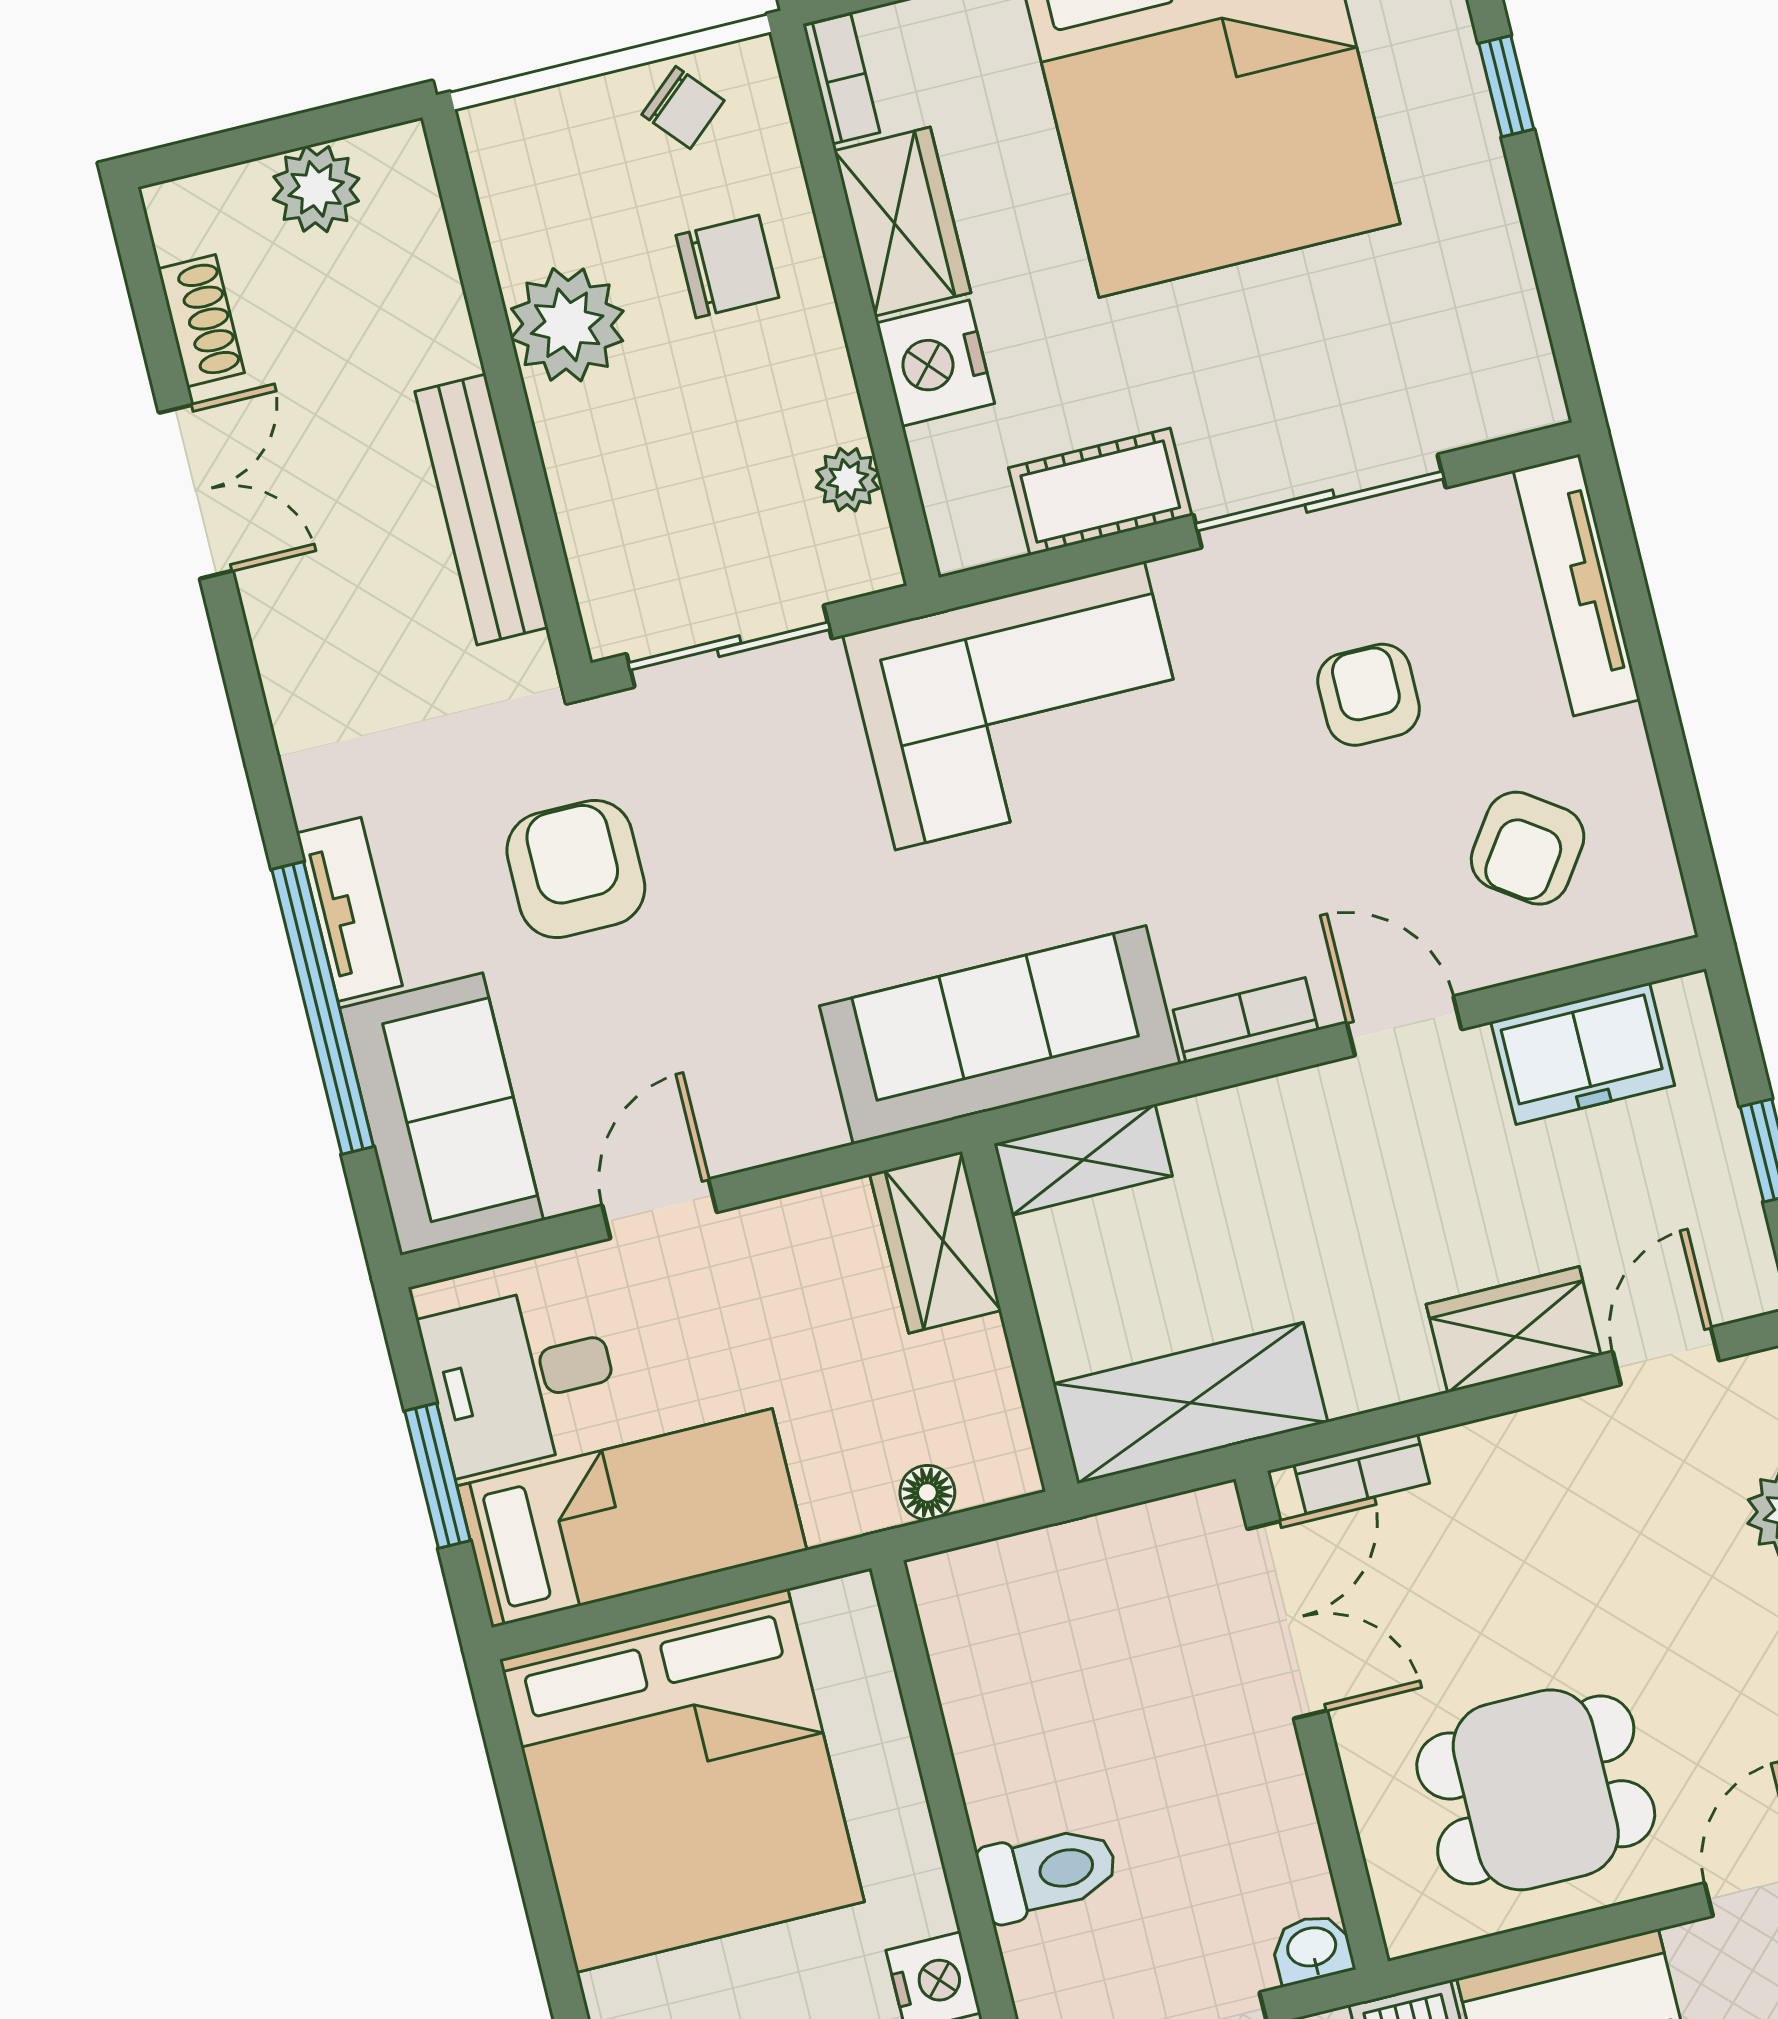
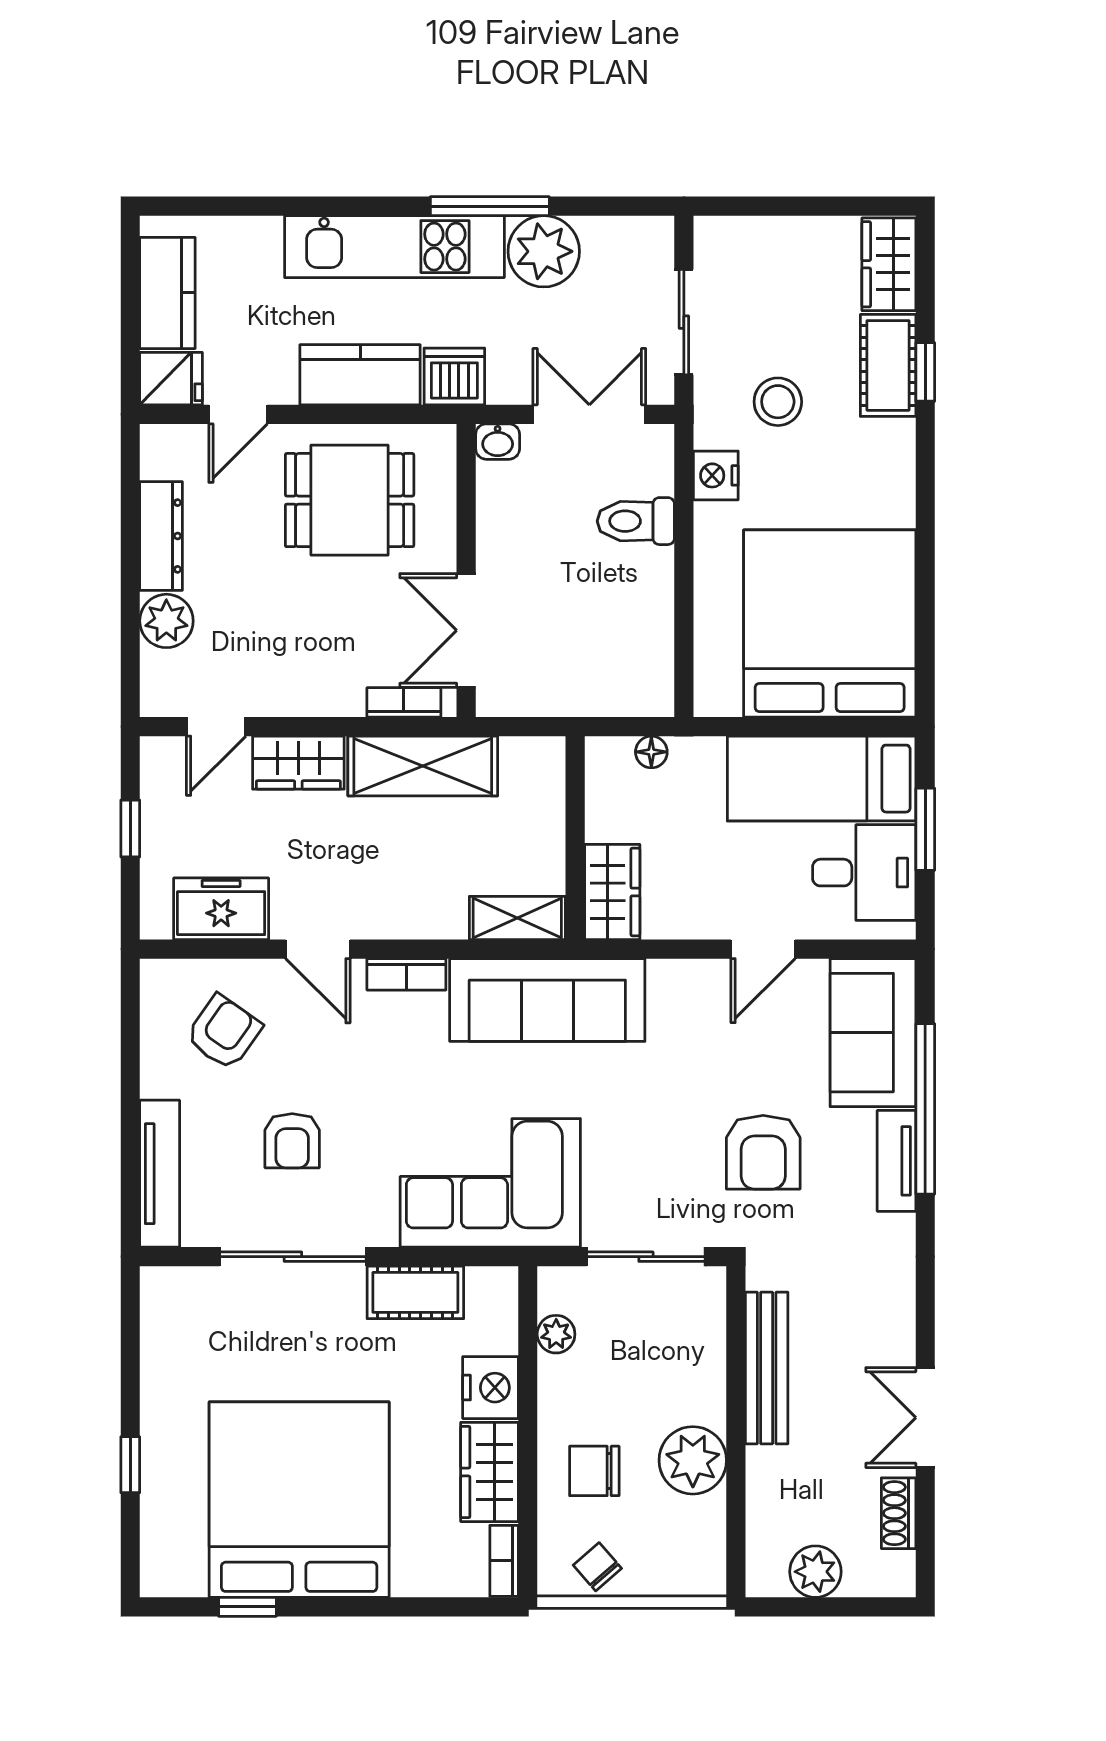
shelving: (1190, 1403) -> (423, 766), moved

